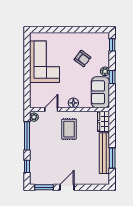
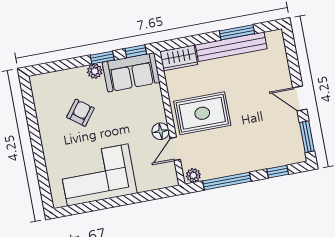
window: (112, 45) -> (136, 51), moved
floor lamp: (73, 103) -> (161, 131), moved
door: (51, 110) -> (175, 149), hinge flipped
rug: (69, 129) -> (202, 113), width x1.36, depth x1.43

